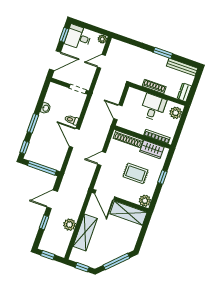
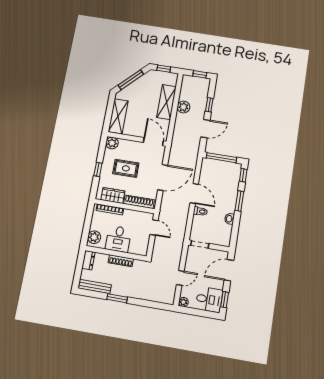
door: (102, 158) -> (163, 177), width x1.88
shelving: (128, 213) -> (118, 116), moved, turned 90

